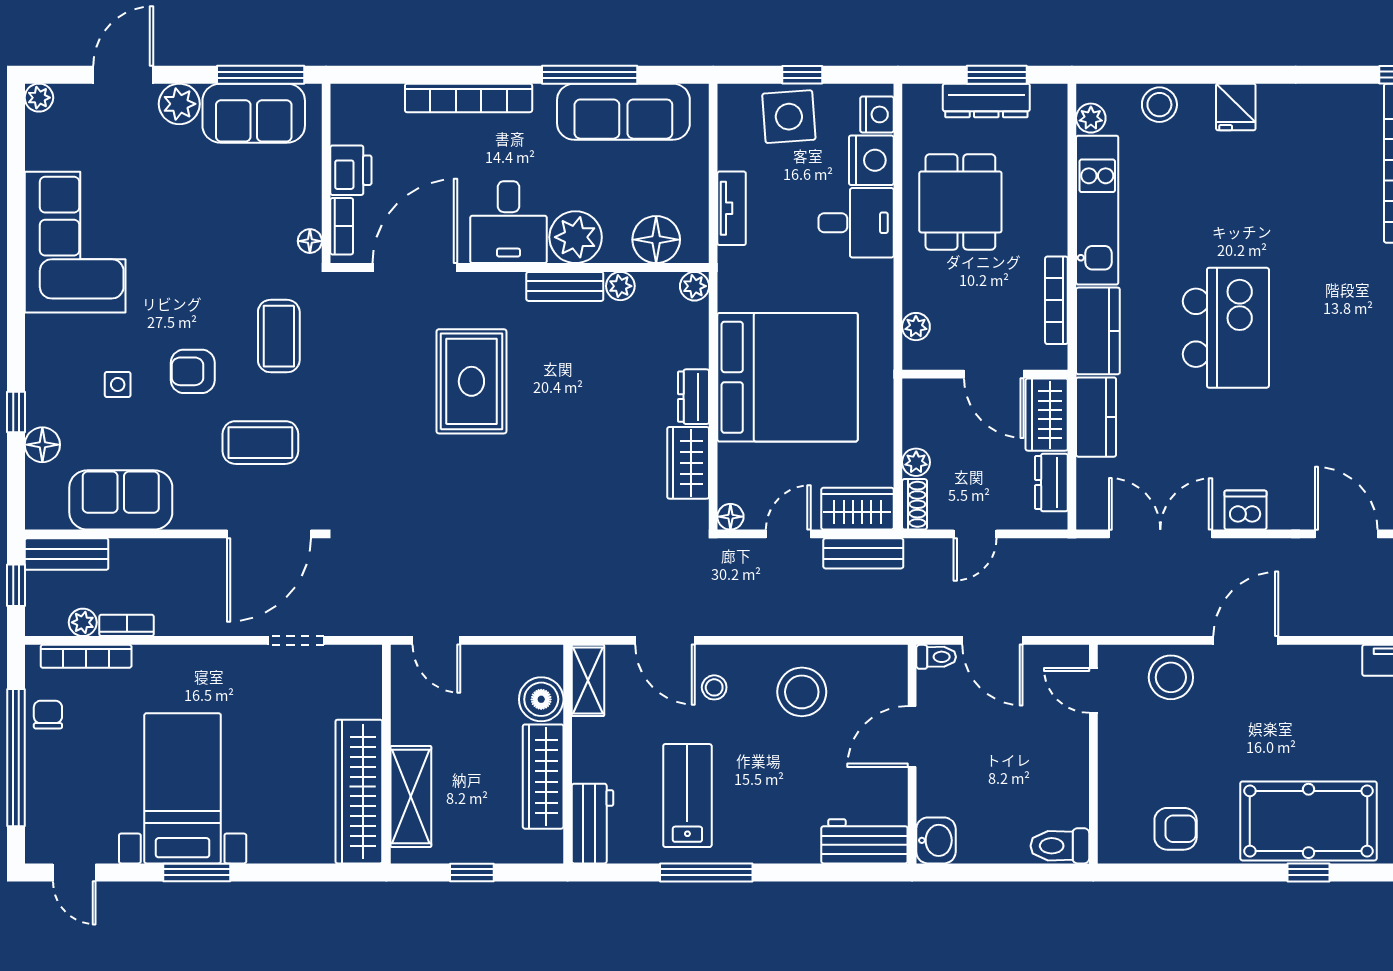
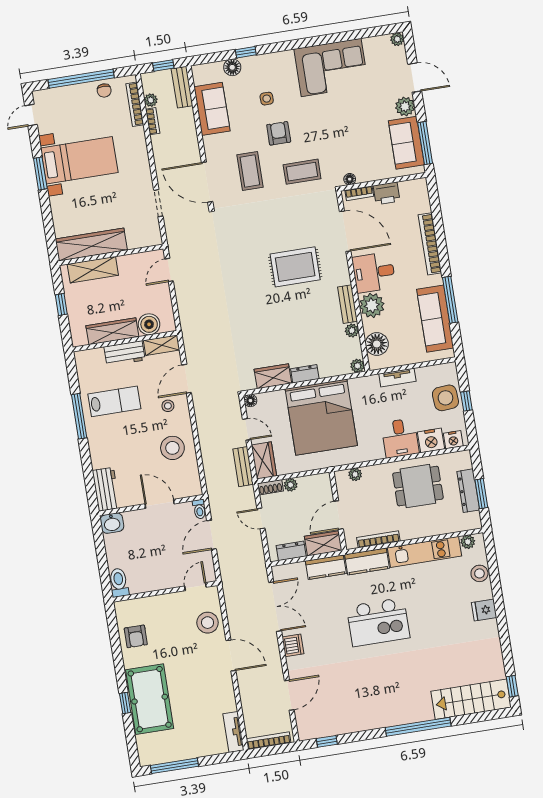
chair: (48, 715) -> (104, 91), turned 90
workbench: (592, 824) -> (125, 353), moved

